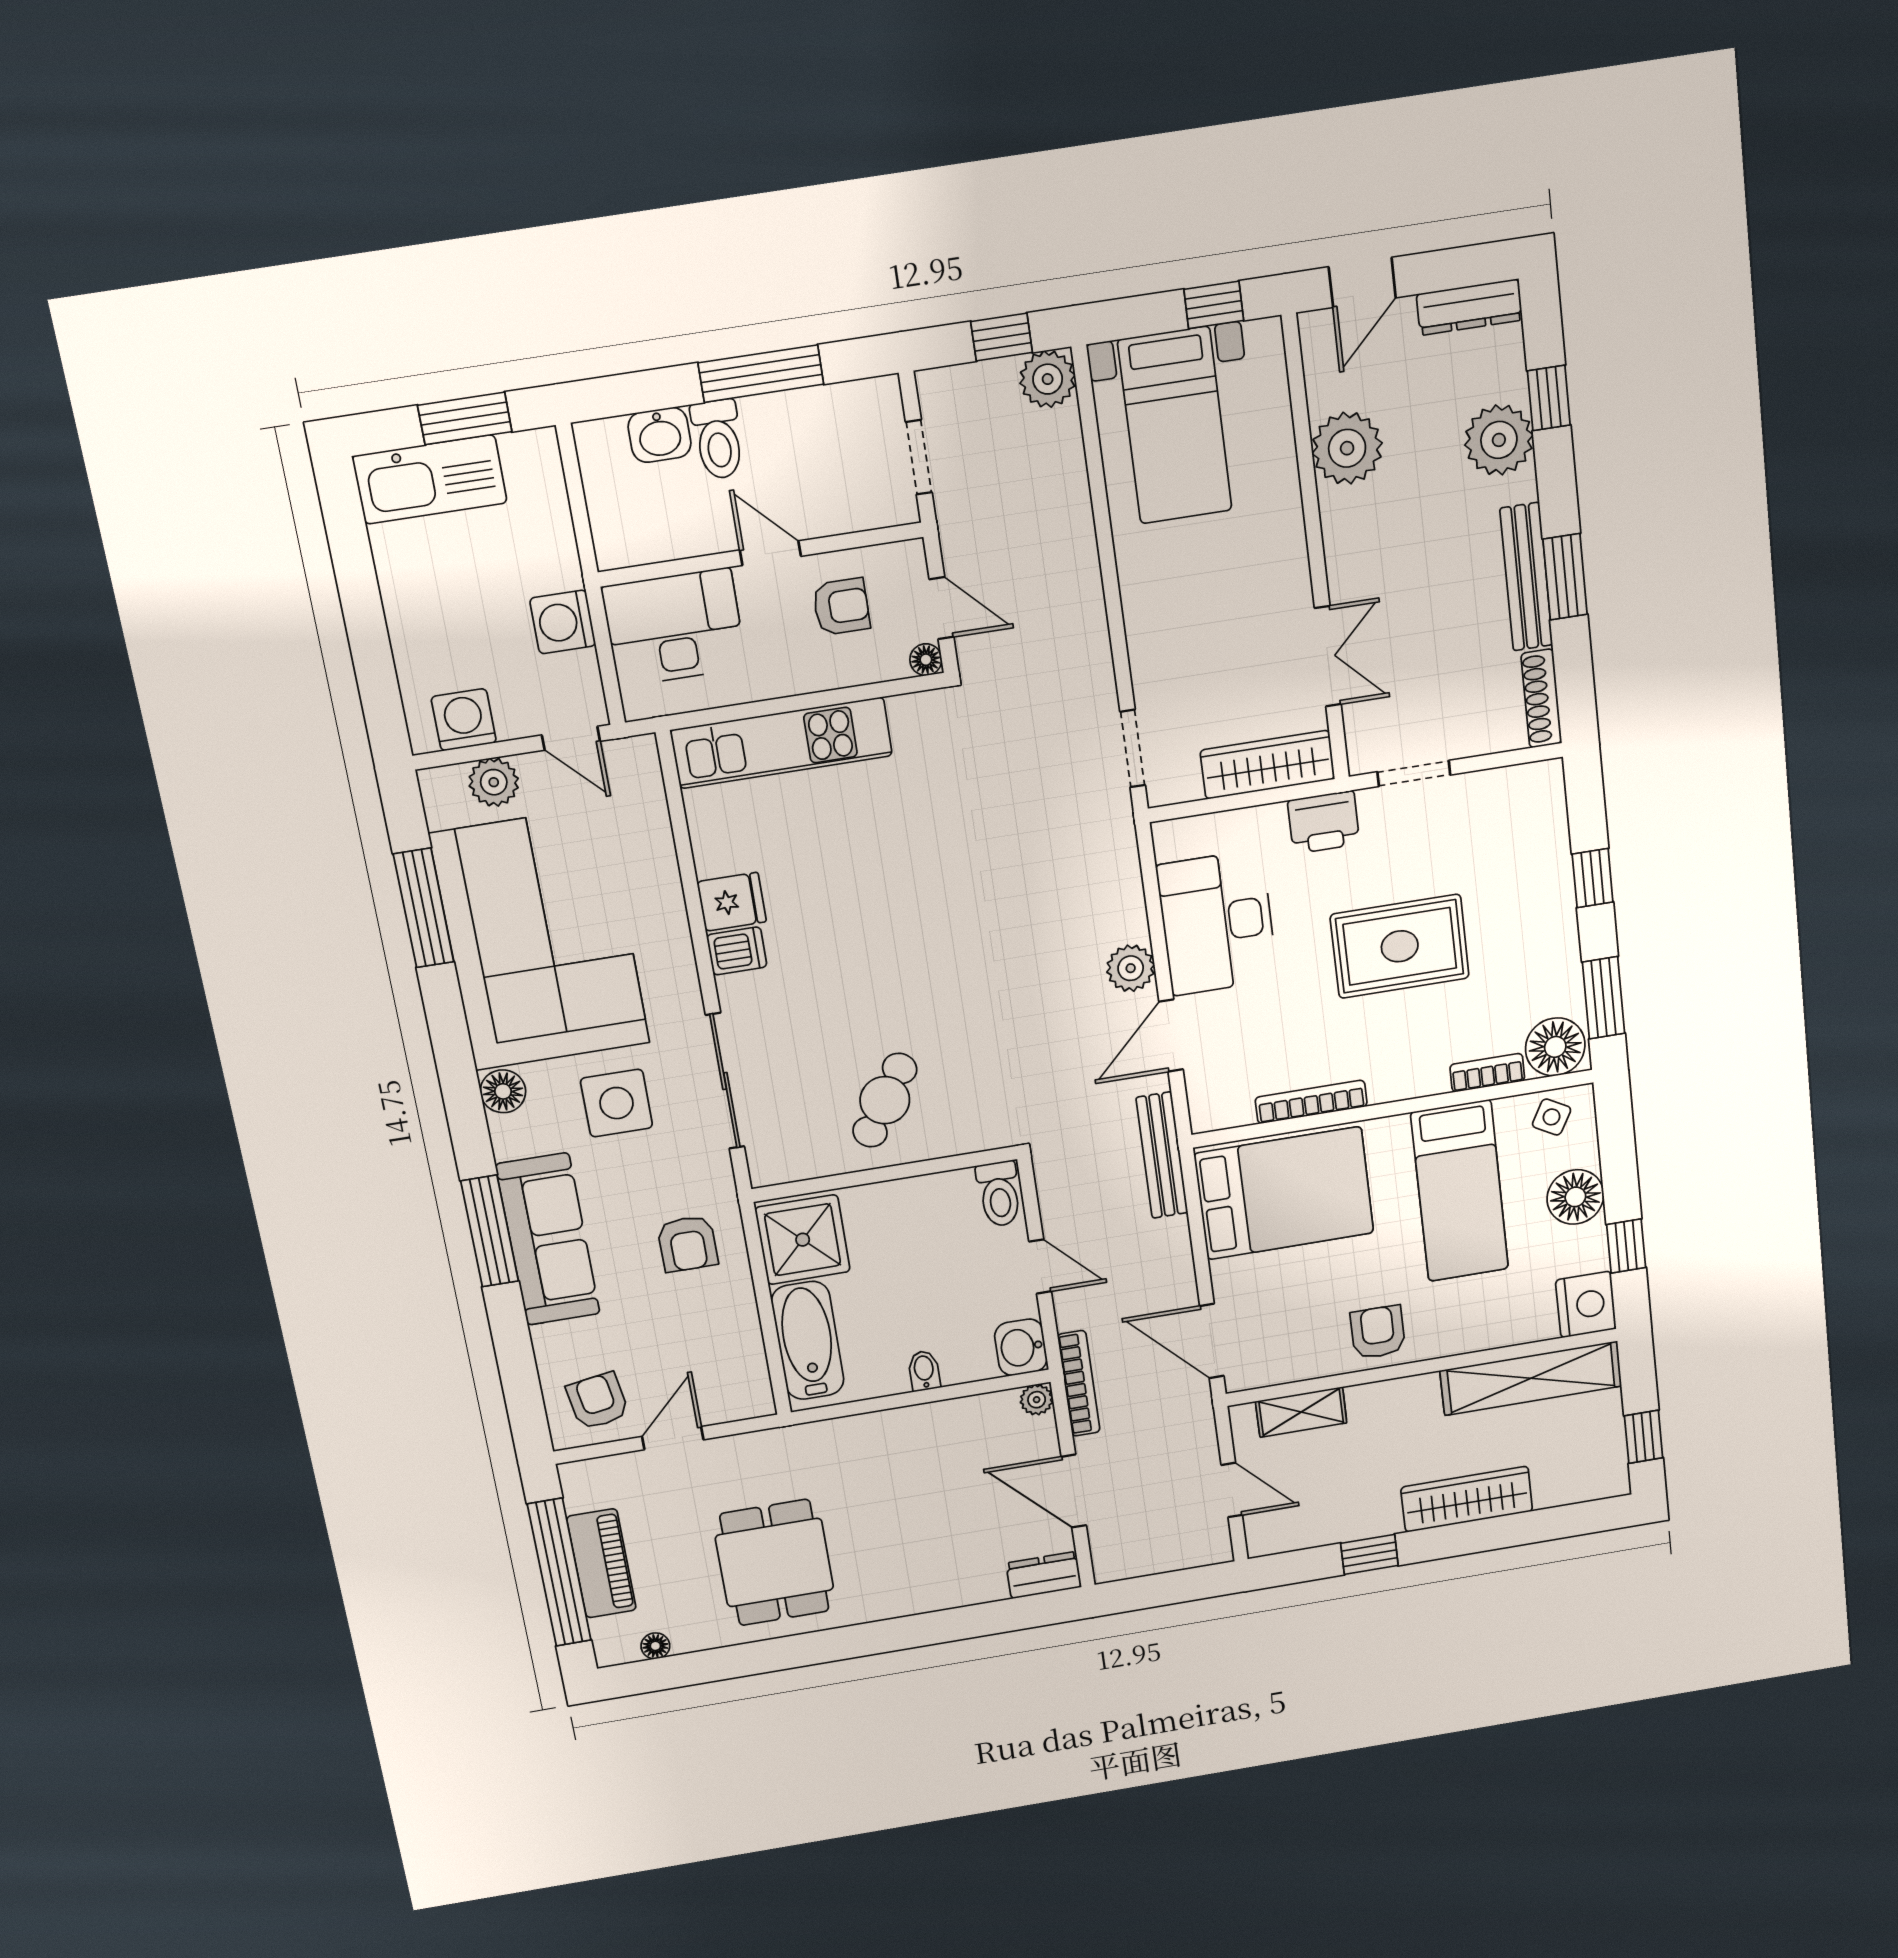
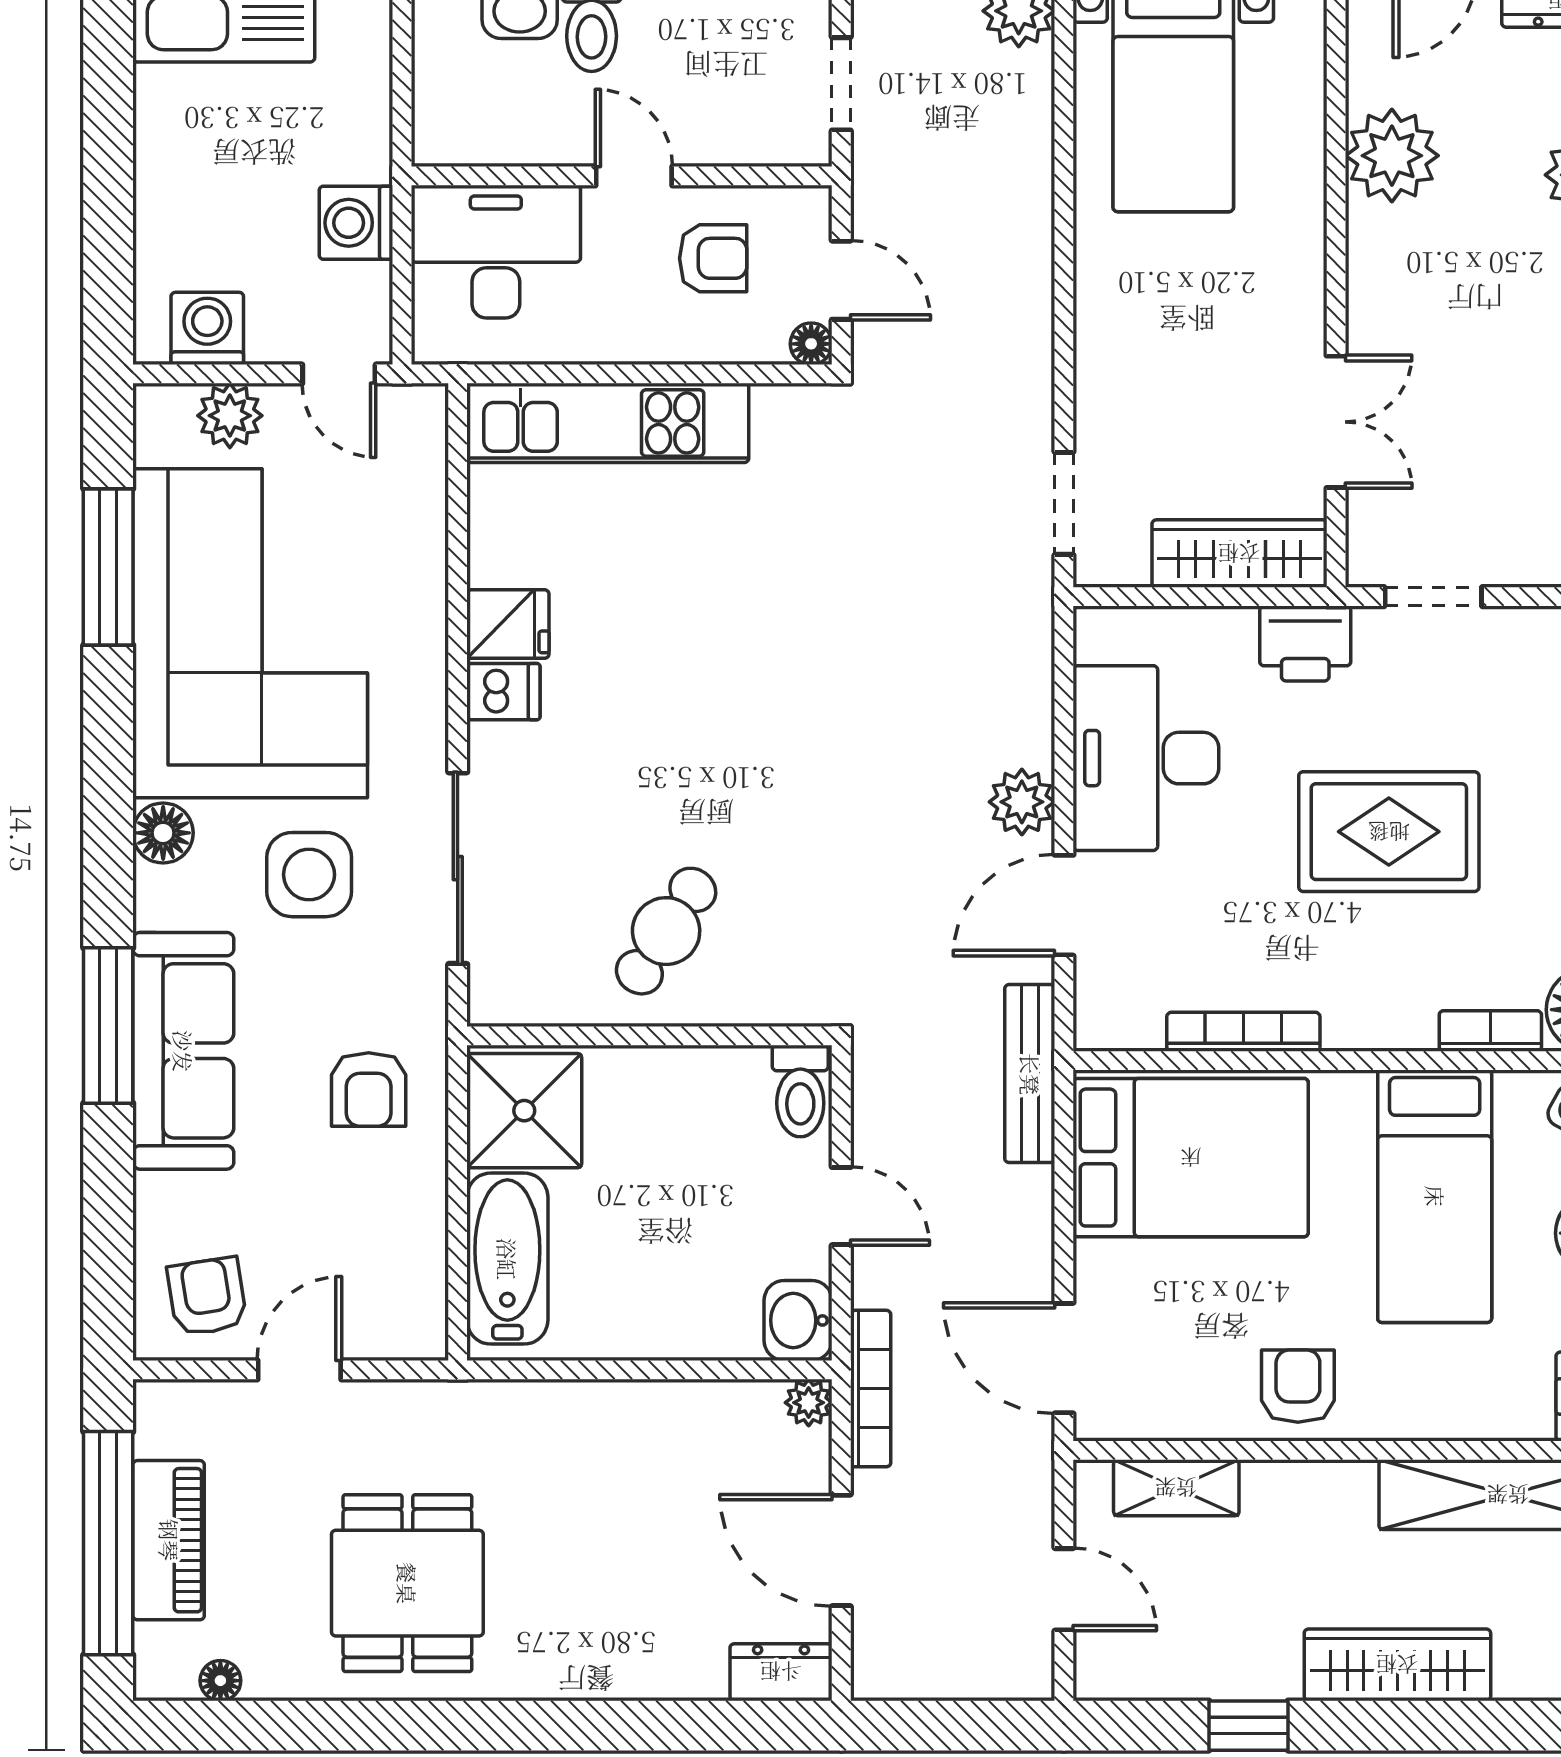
bidet: (924, 1371) -> (660, 1331), removed

